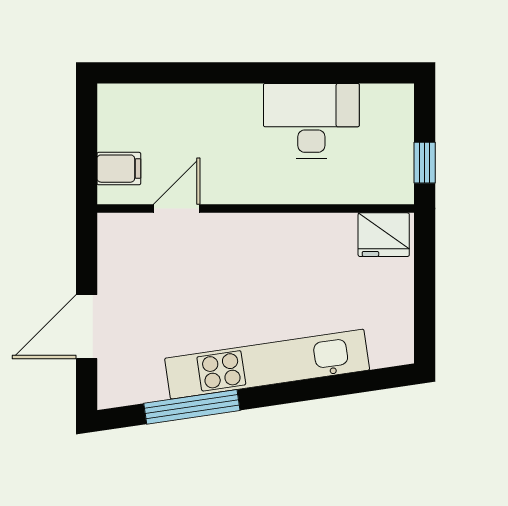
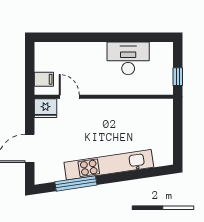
door: (177, 209) -> (69, 97), hinge flipped
fridge: (384, 235) -> (46, 108), moved

